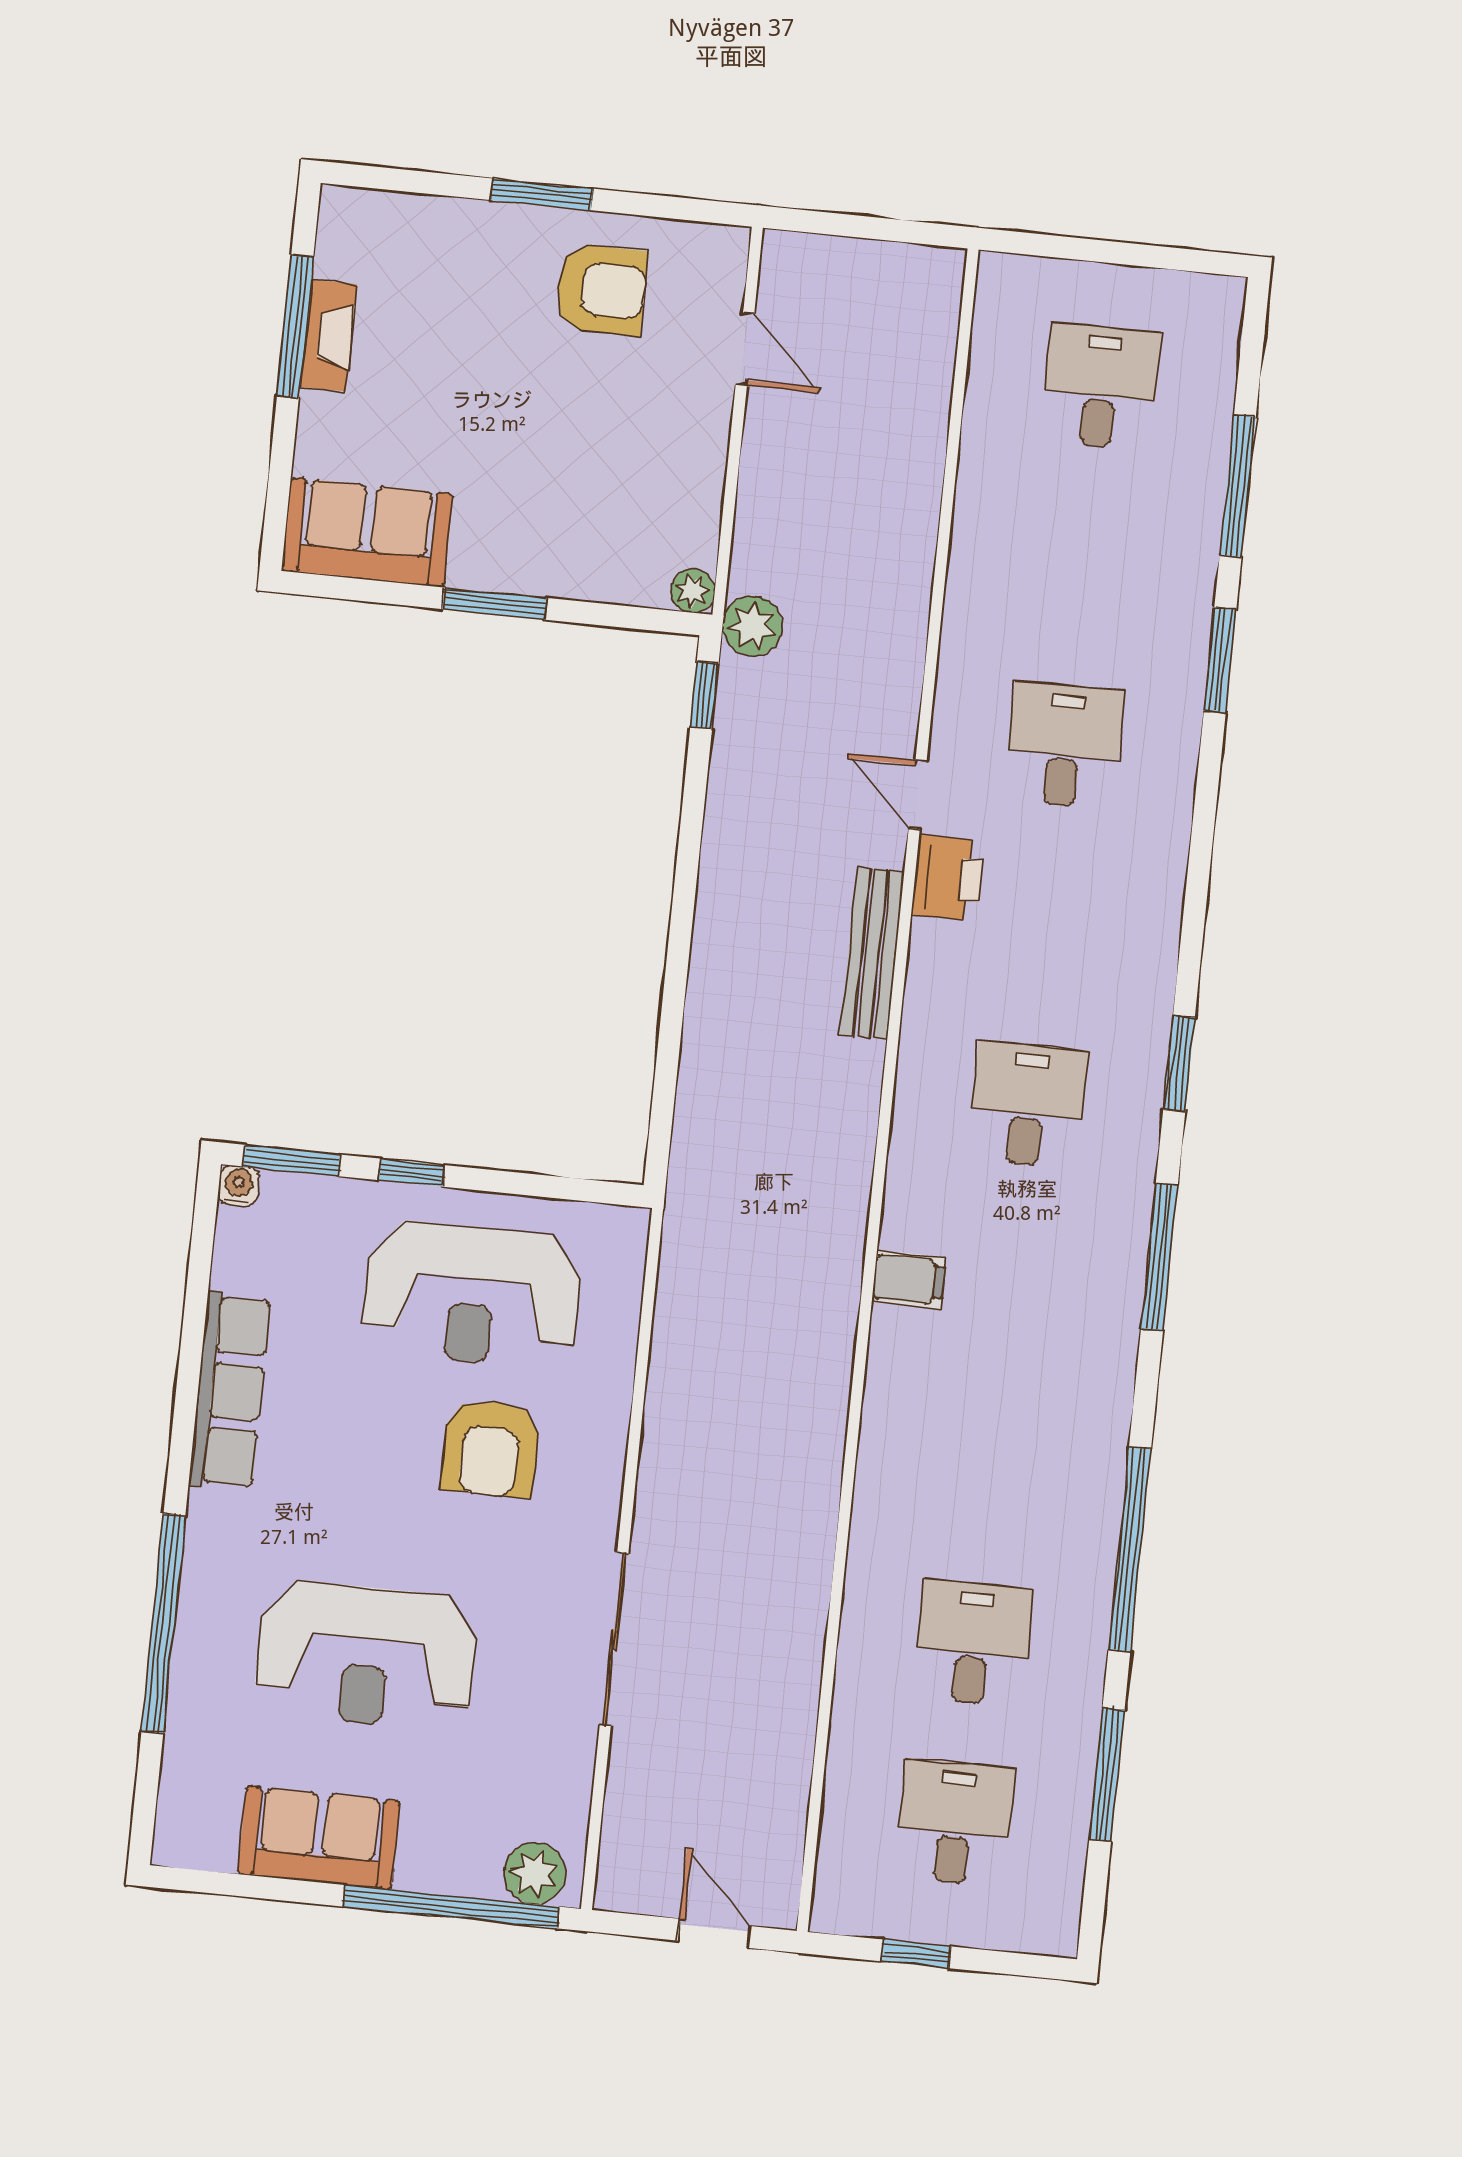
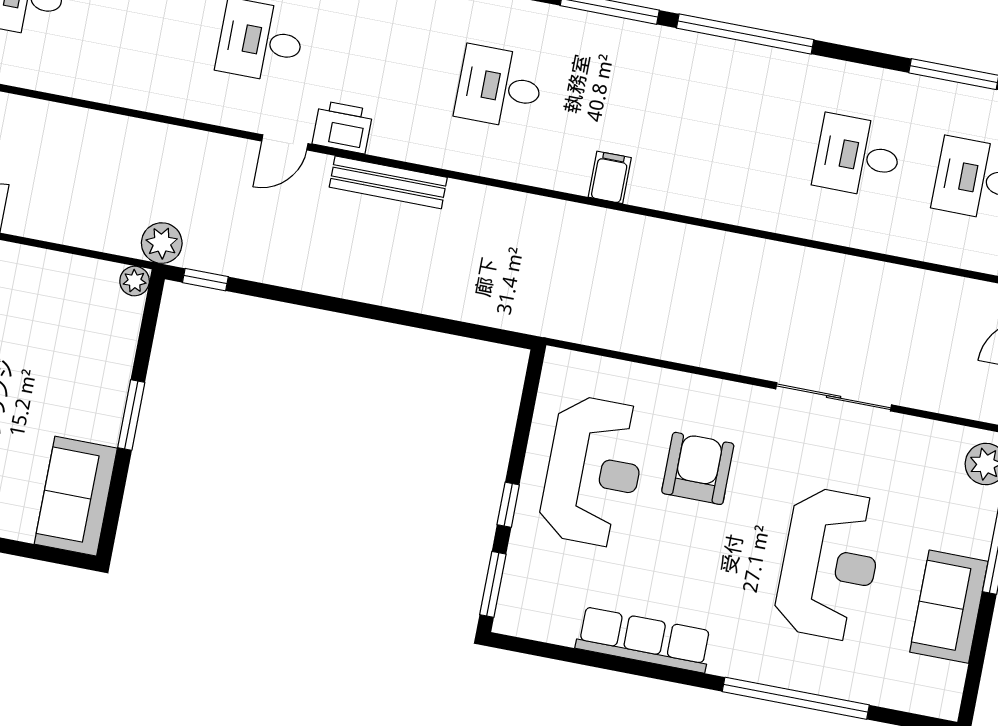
water cooler: (238, 1186) -> (507, 622), removed
armchair: (490, 1448) -> (698, 468), turned -90
window: (1130, 1549) -> (745, 34), moved

